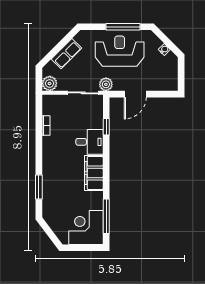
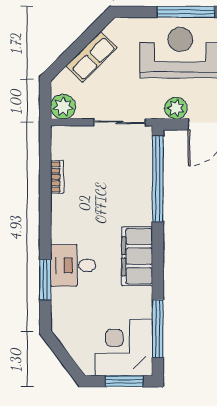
plant: (106, 84) -> (176, 108), moved
window: (106, 127) -> (158, 179), width x3.17
desk: (90, 142) -> (73, 265), moved, turned 180
window: (86, 248) -> (124, 381), added

